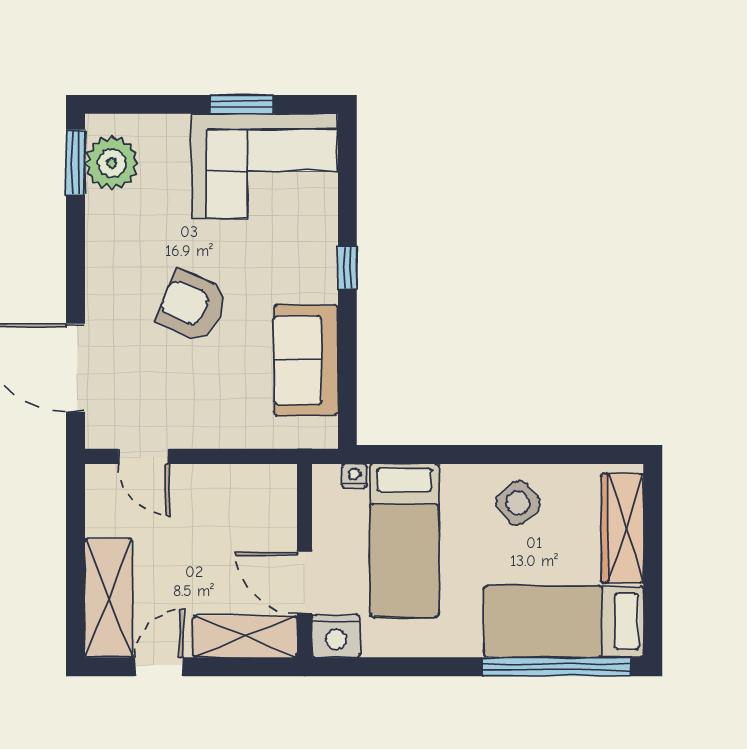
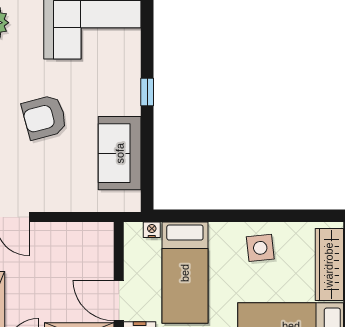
armchair: (192, 306) -> (44, 117), turned -39
side table: (518, 503) -> (260, 248), turned 34

